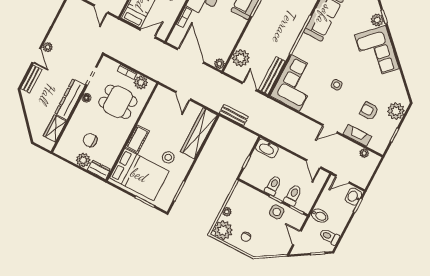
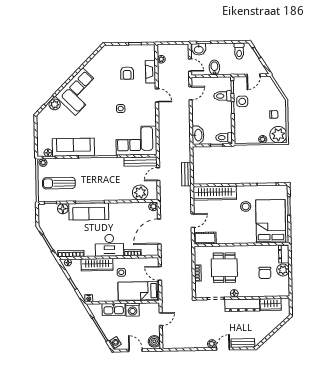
plant: (141, 83) -> (200, 258), removed
plant: (396, 111) -> (116, 53), removed
cot: (137, 139) -> (205, 238), moved
toilet: (273, 186) -> (224, 138), moved
bidet: (320, 216) -> (214, 67), moved

